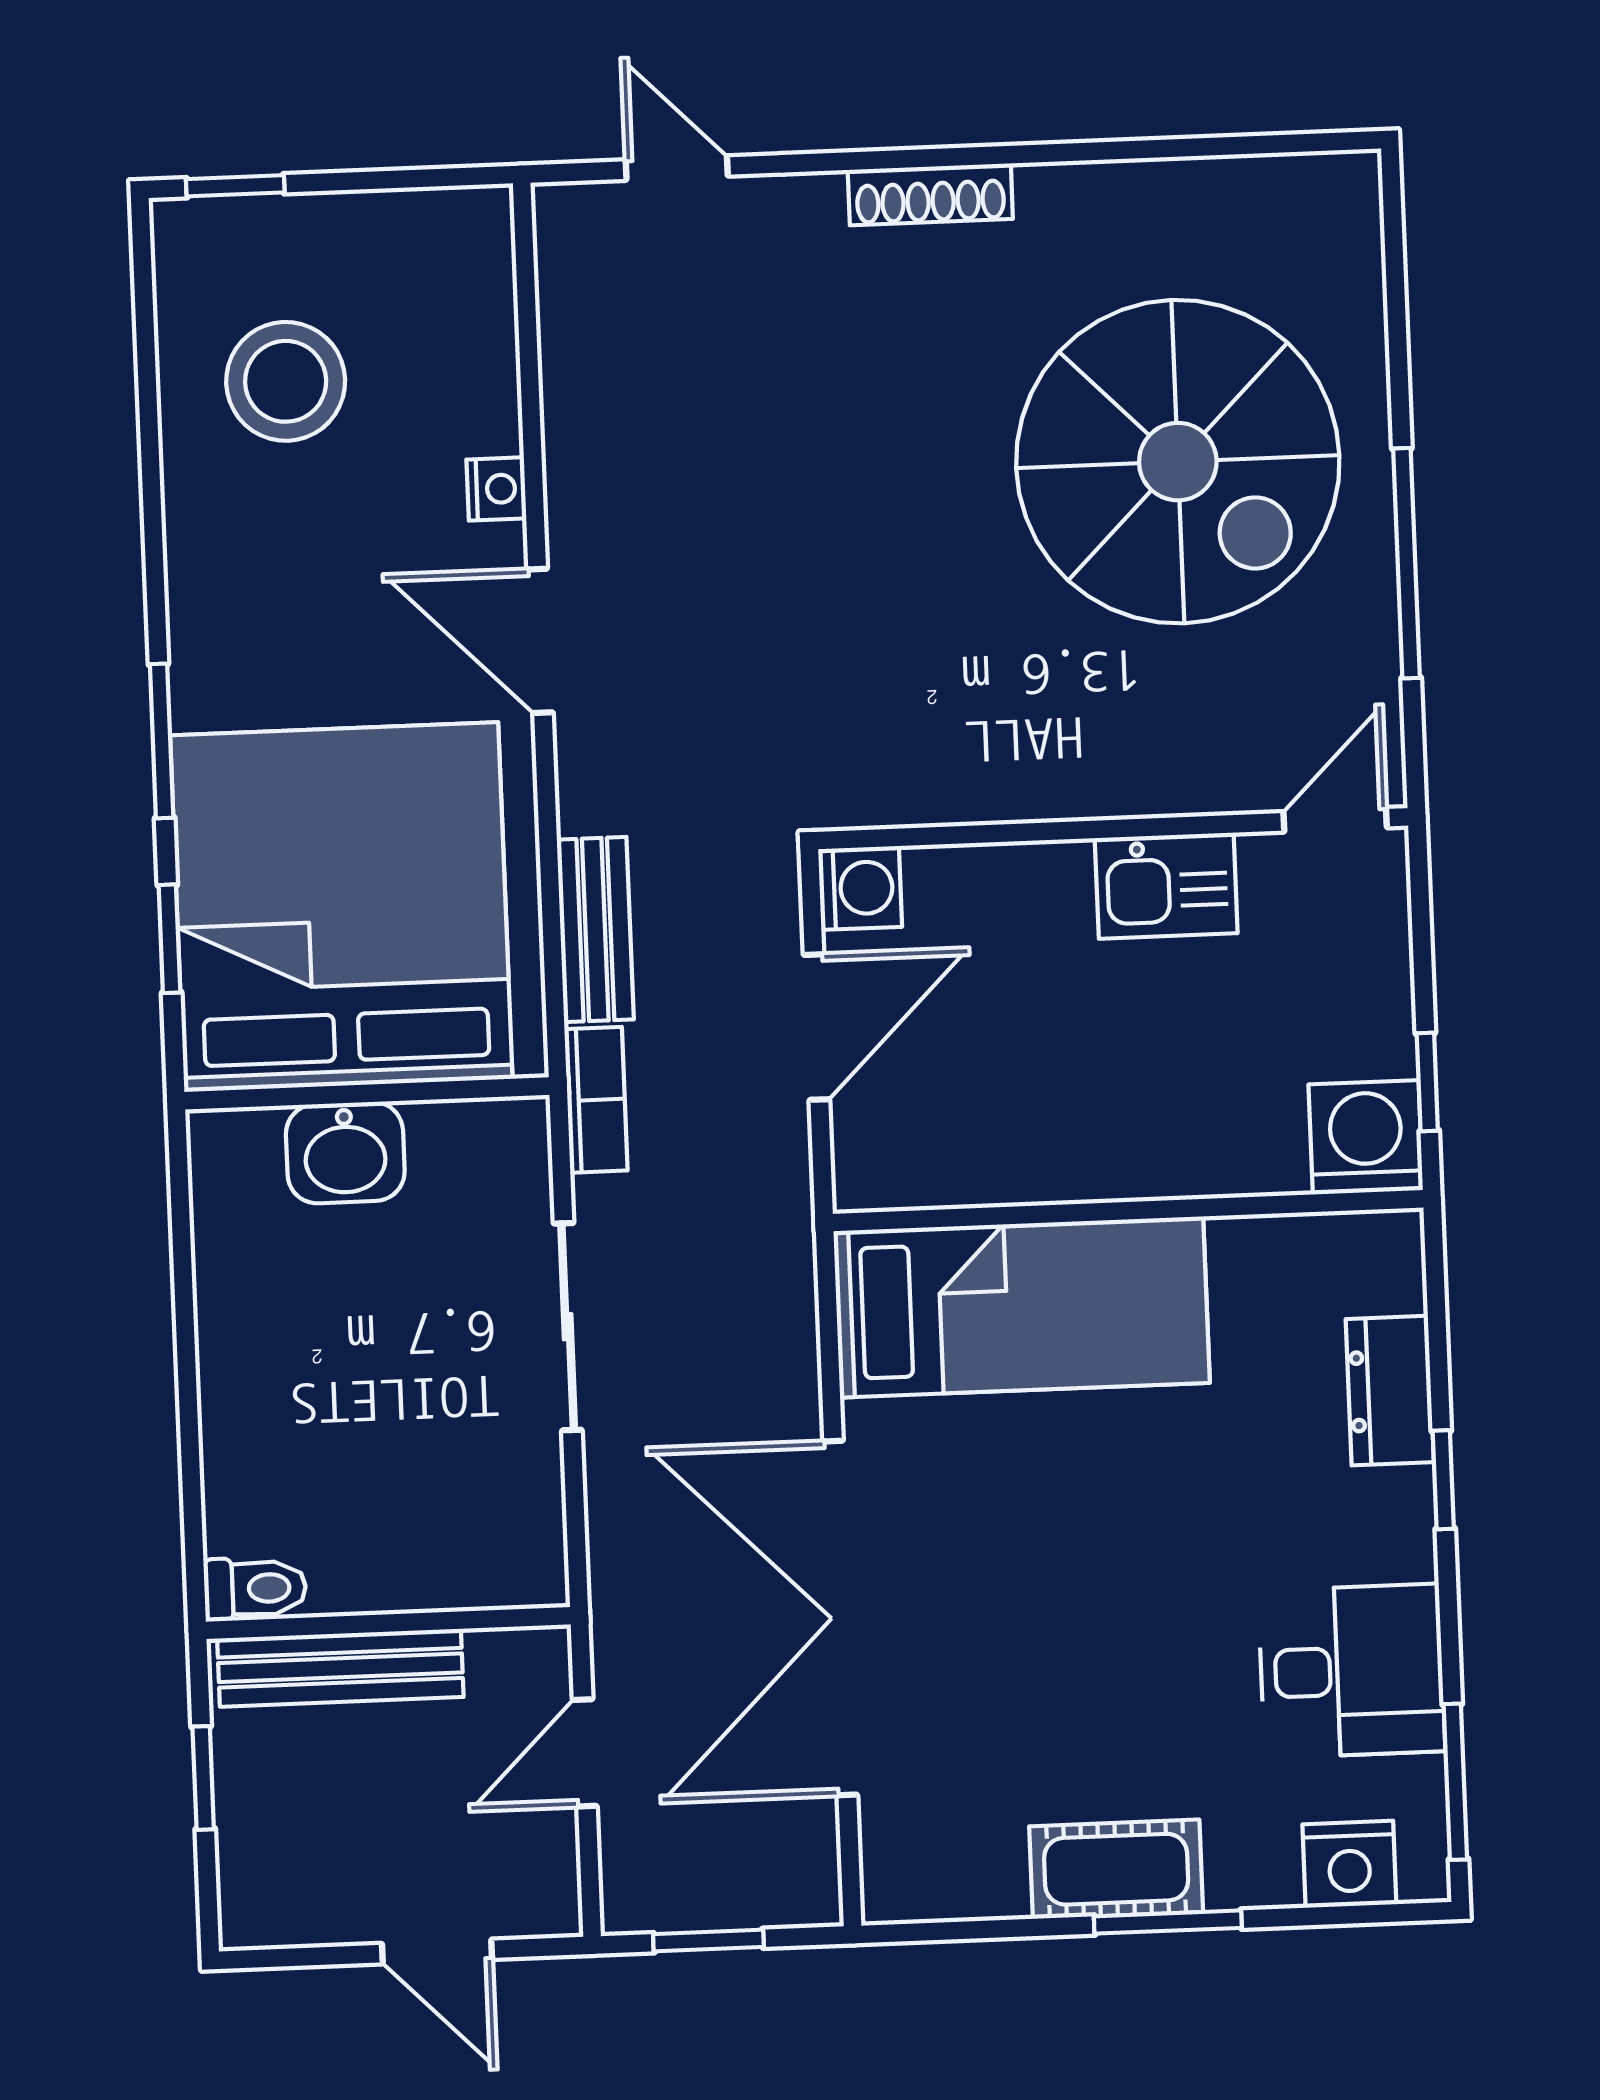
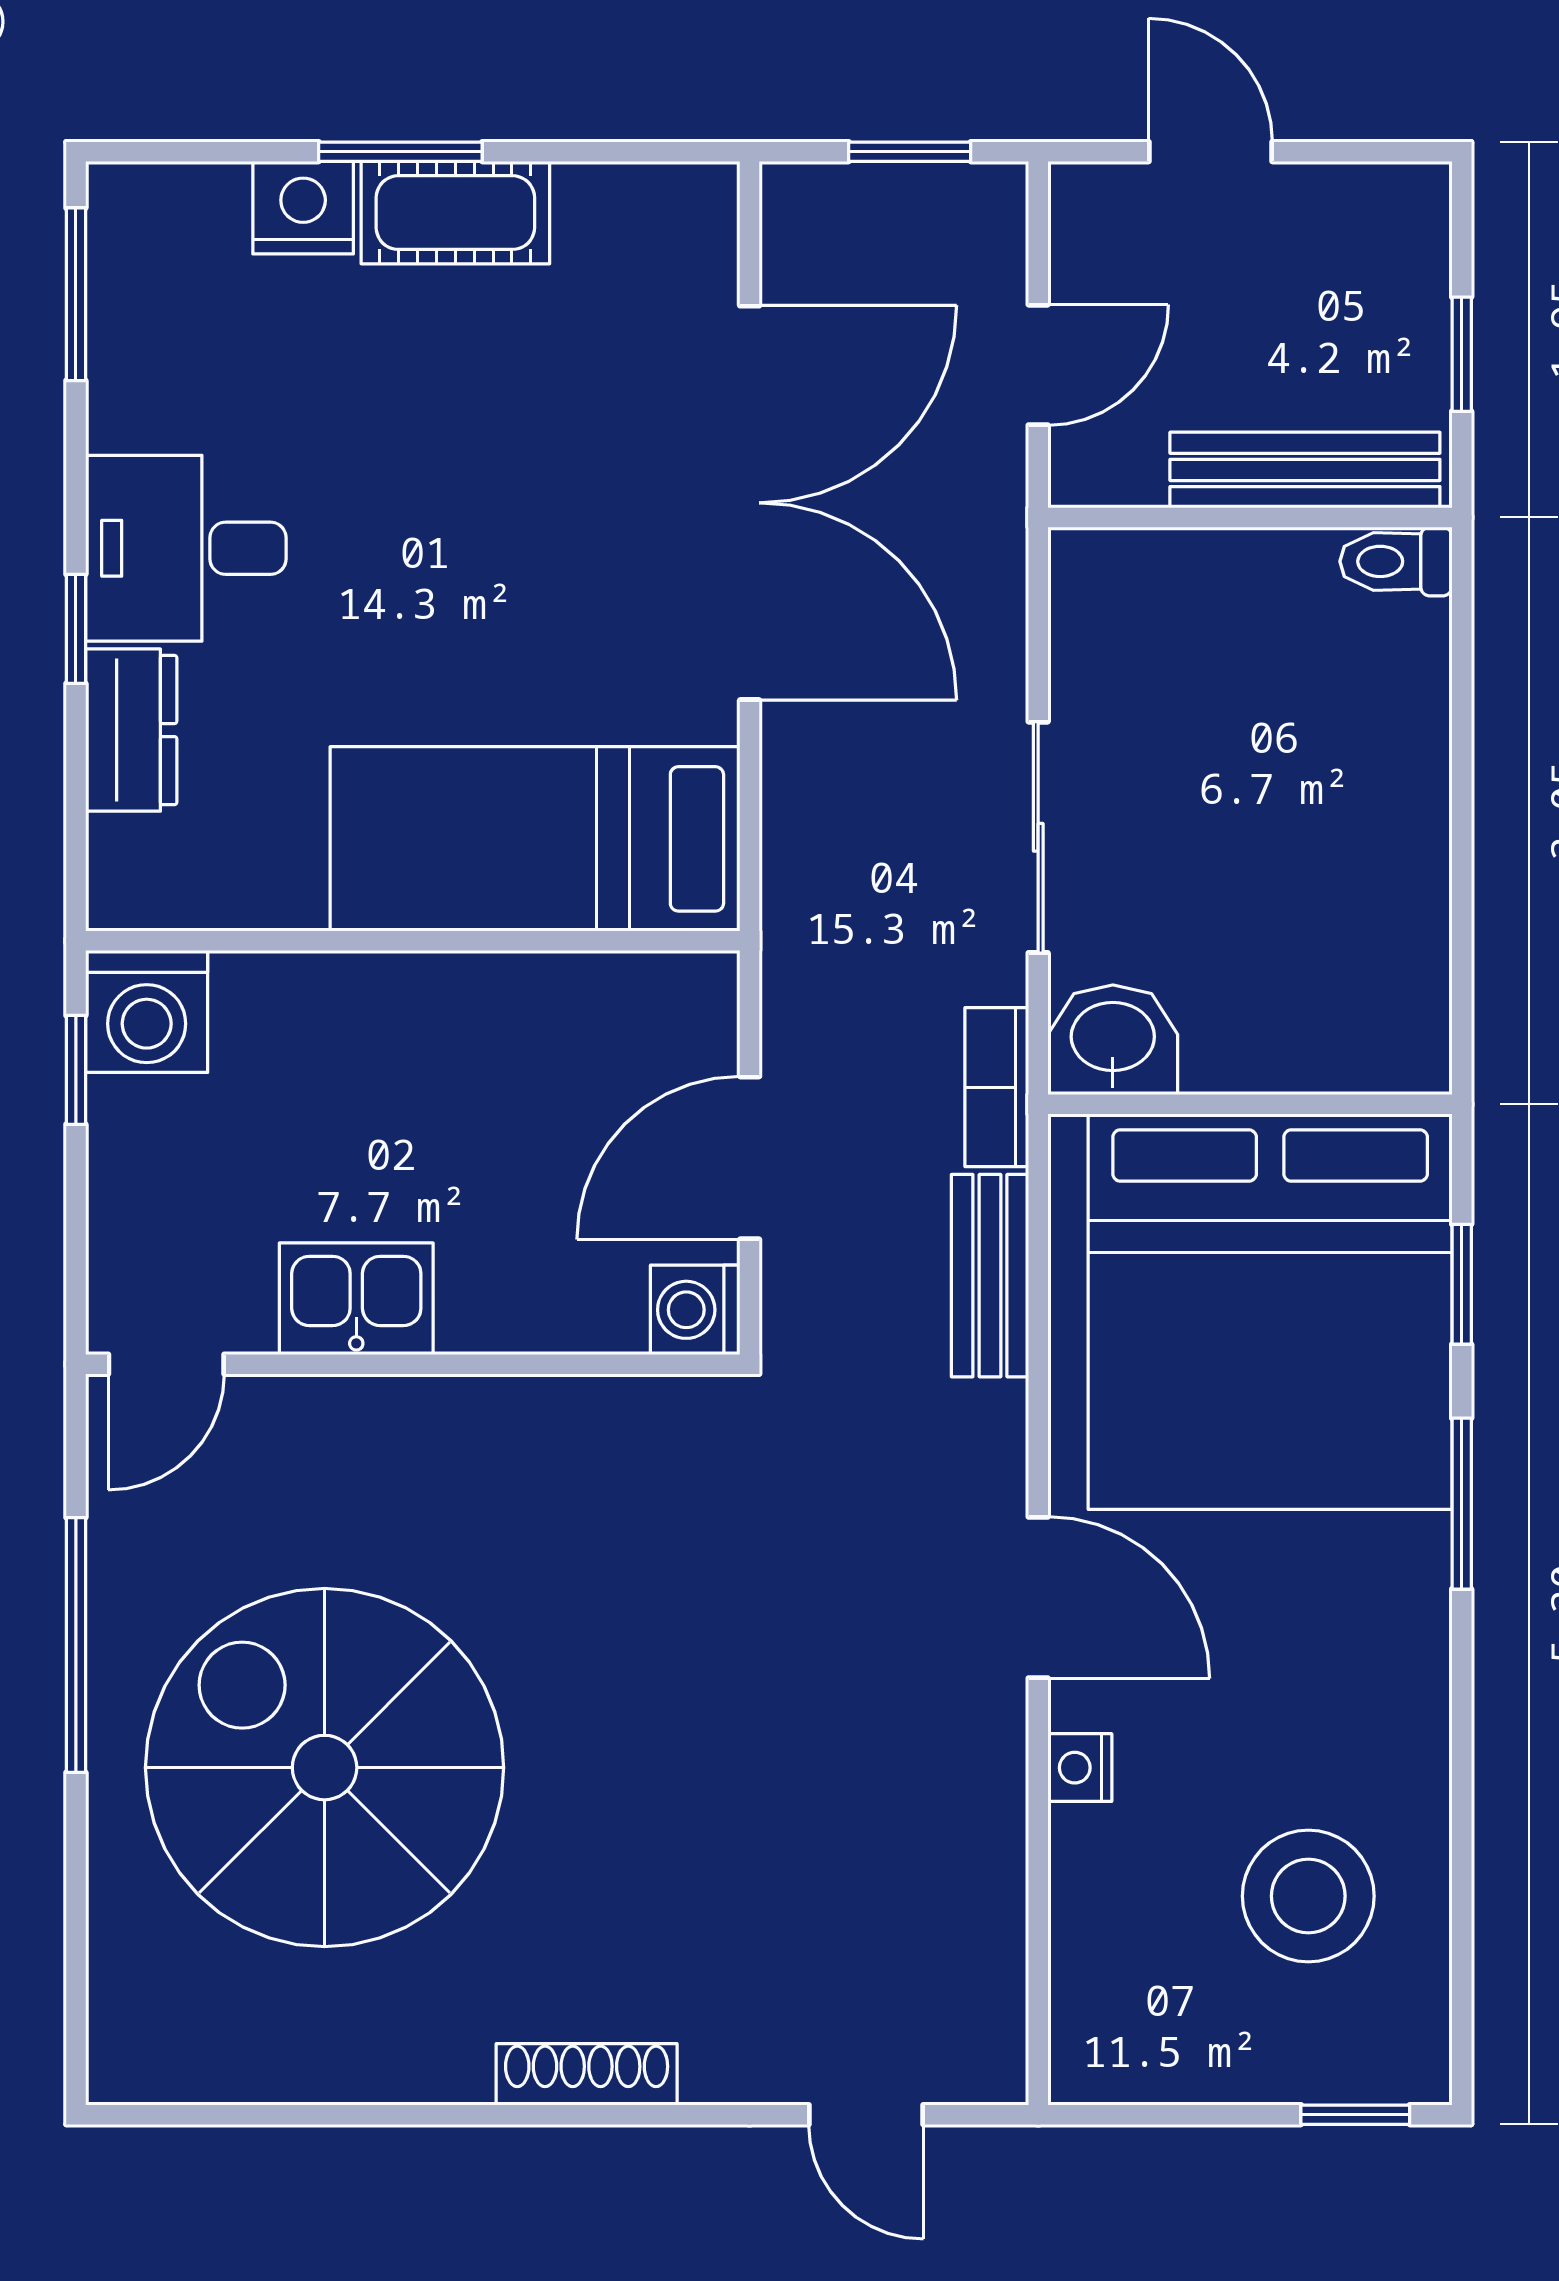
washbasin: (345, 1153) -> (1113, 1040), moved
desk: (1352, 1671) -> (186, 548), moved
nightstand: (1349, 1864) -> (303, 208), moved

